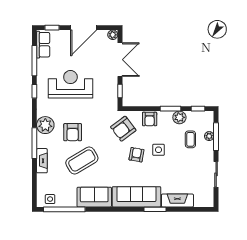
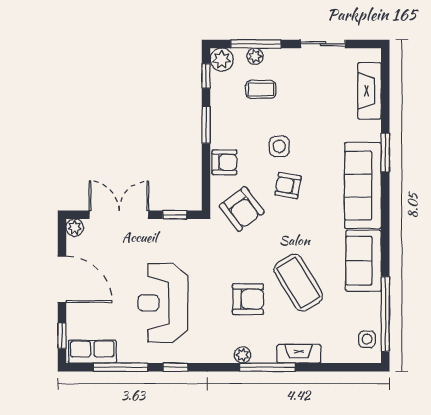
plant: (179, 117) -> (222, 60), moved
plant: (45, 125) -> (242, 355), width x0.53, depth x0.53
fireplace: (177, 200) -> (370, 91), moved

